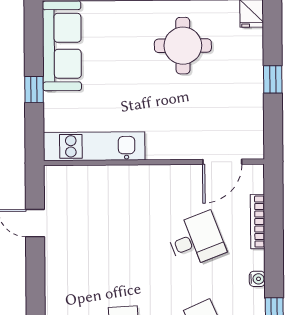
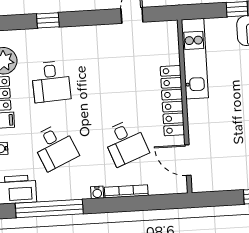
locker: (146, 177) -> (172, 101), added
bookcase: (258, 222) -> (126, 191), moved

